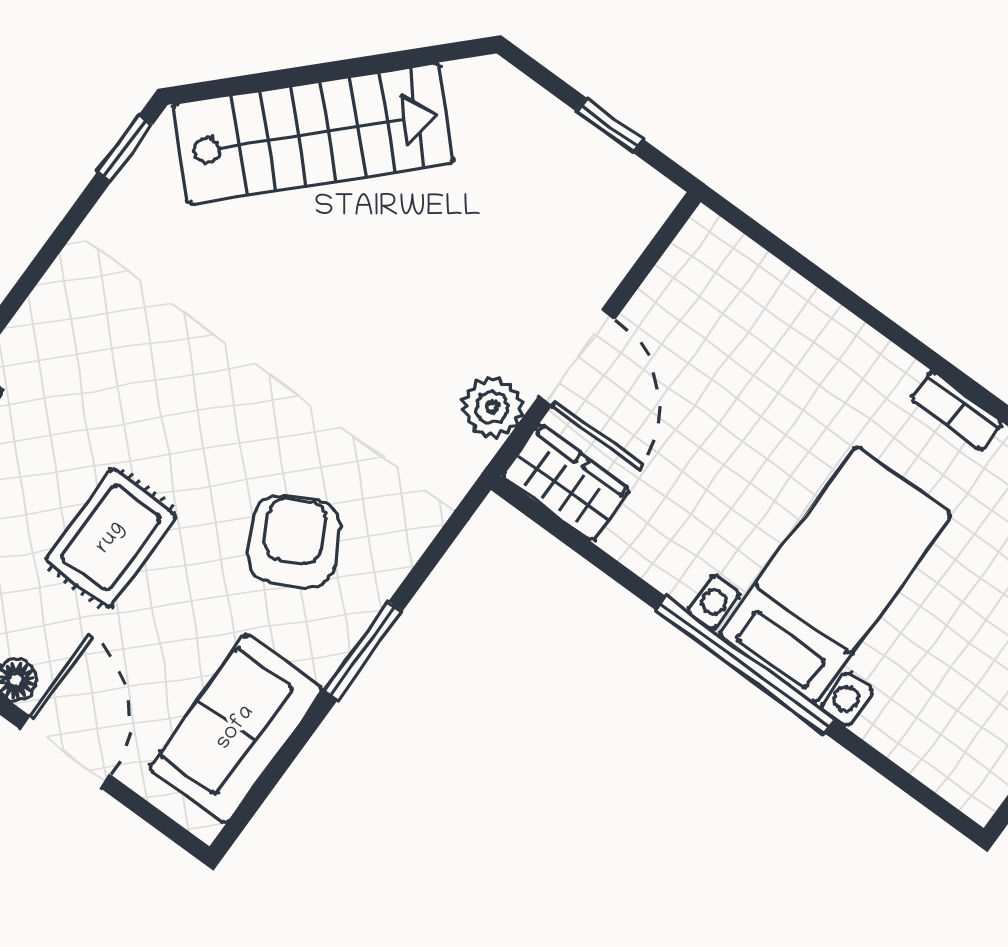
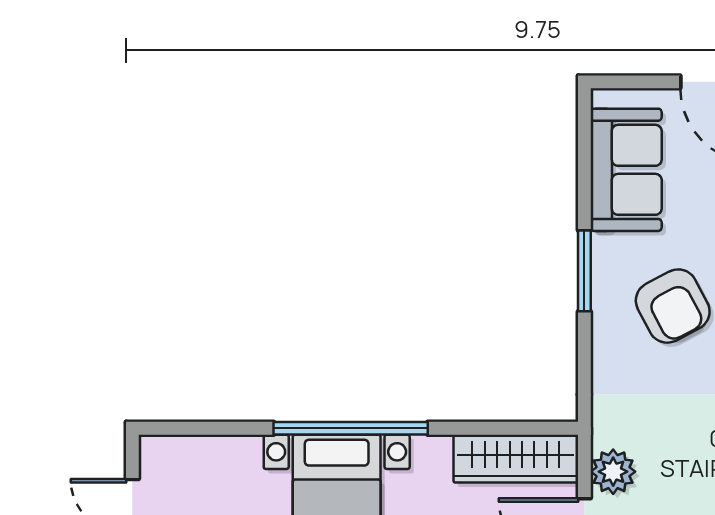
wardrobe: (566, 483) -> (516, 459), width x1.50

